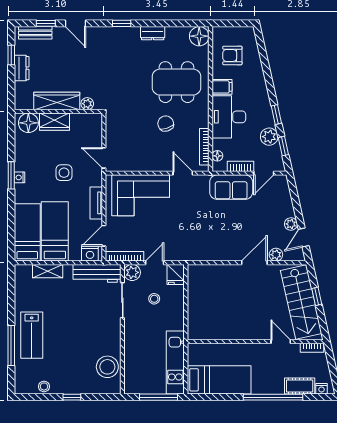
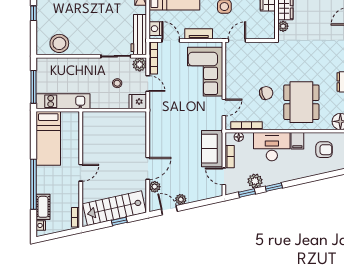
armchair: (232, 55) -> (324, 150), turned 90
door: (254, 263) -> (148, 168), hinge flipped
door: (281, 342) -> (81, 173), moved

